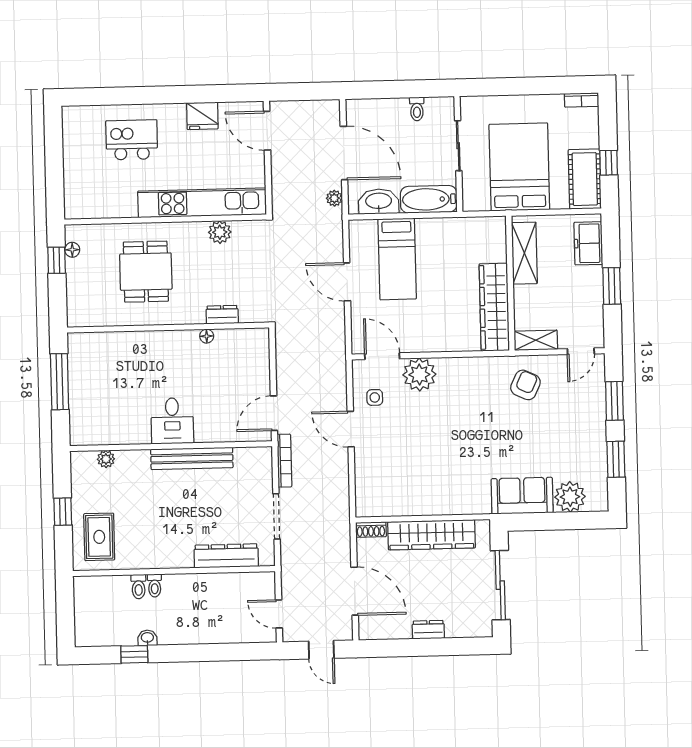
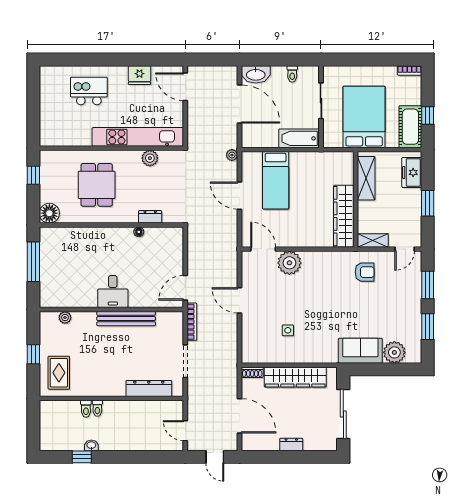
plant: (334, 198) -> (232, 155), moved
washbasin: (379, 202) -> (256, 74), moved, turned 180
floor lamp: (72, 250) -> (49, 213), moved, width x1.89, depth x1.89
armchair: (525, 385) -> (365, 272), turned 65
side table: (375, 397) -> (288, 330), moved

